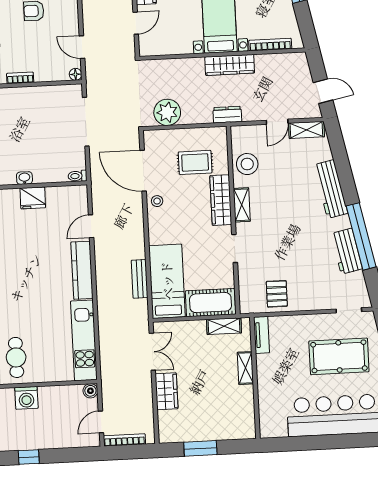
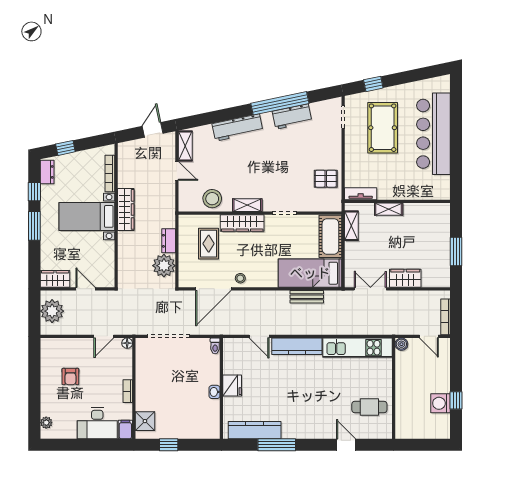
dresser: (227, 115) -> (169, 241), moved
washing machine: (26, 398) -> (440, 403), moved, turned 180

